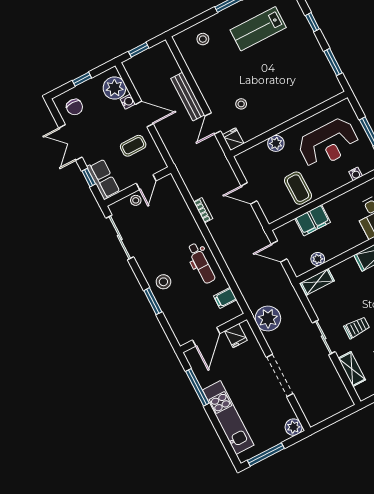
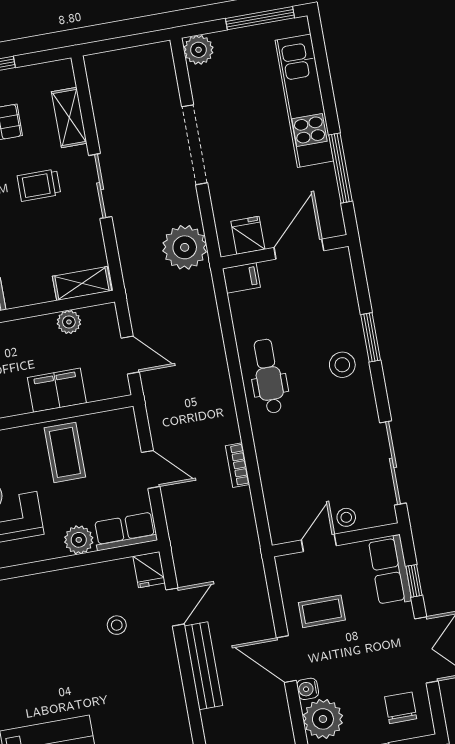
row of seats: (252, 156) -> (125, 531), added
filing cabinet: (225, 298) -> (241, 278), moved

